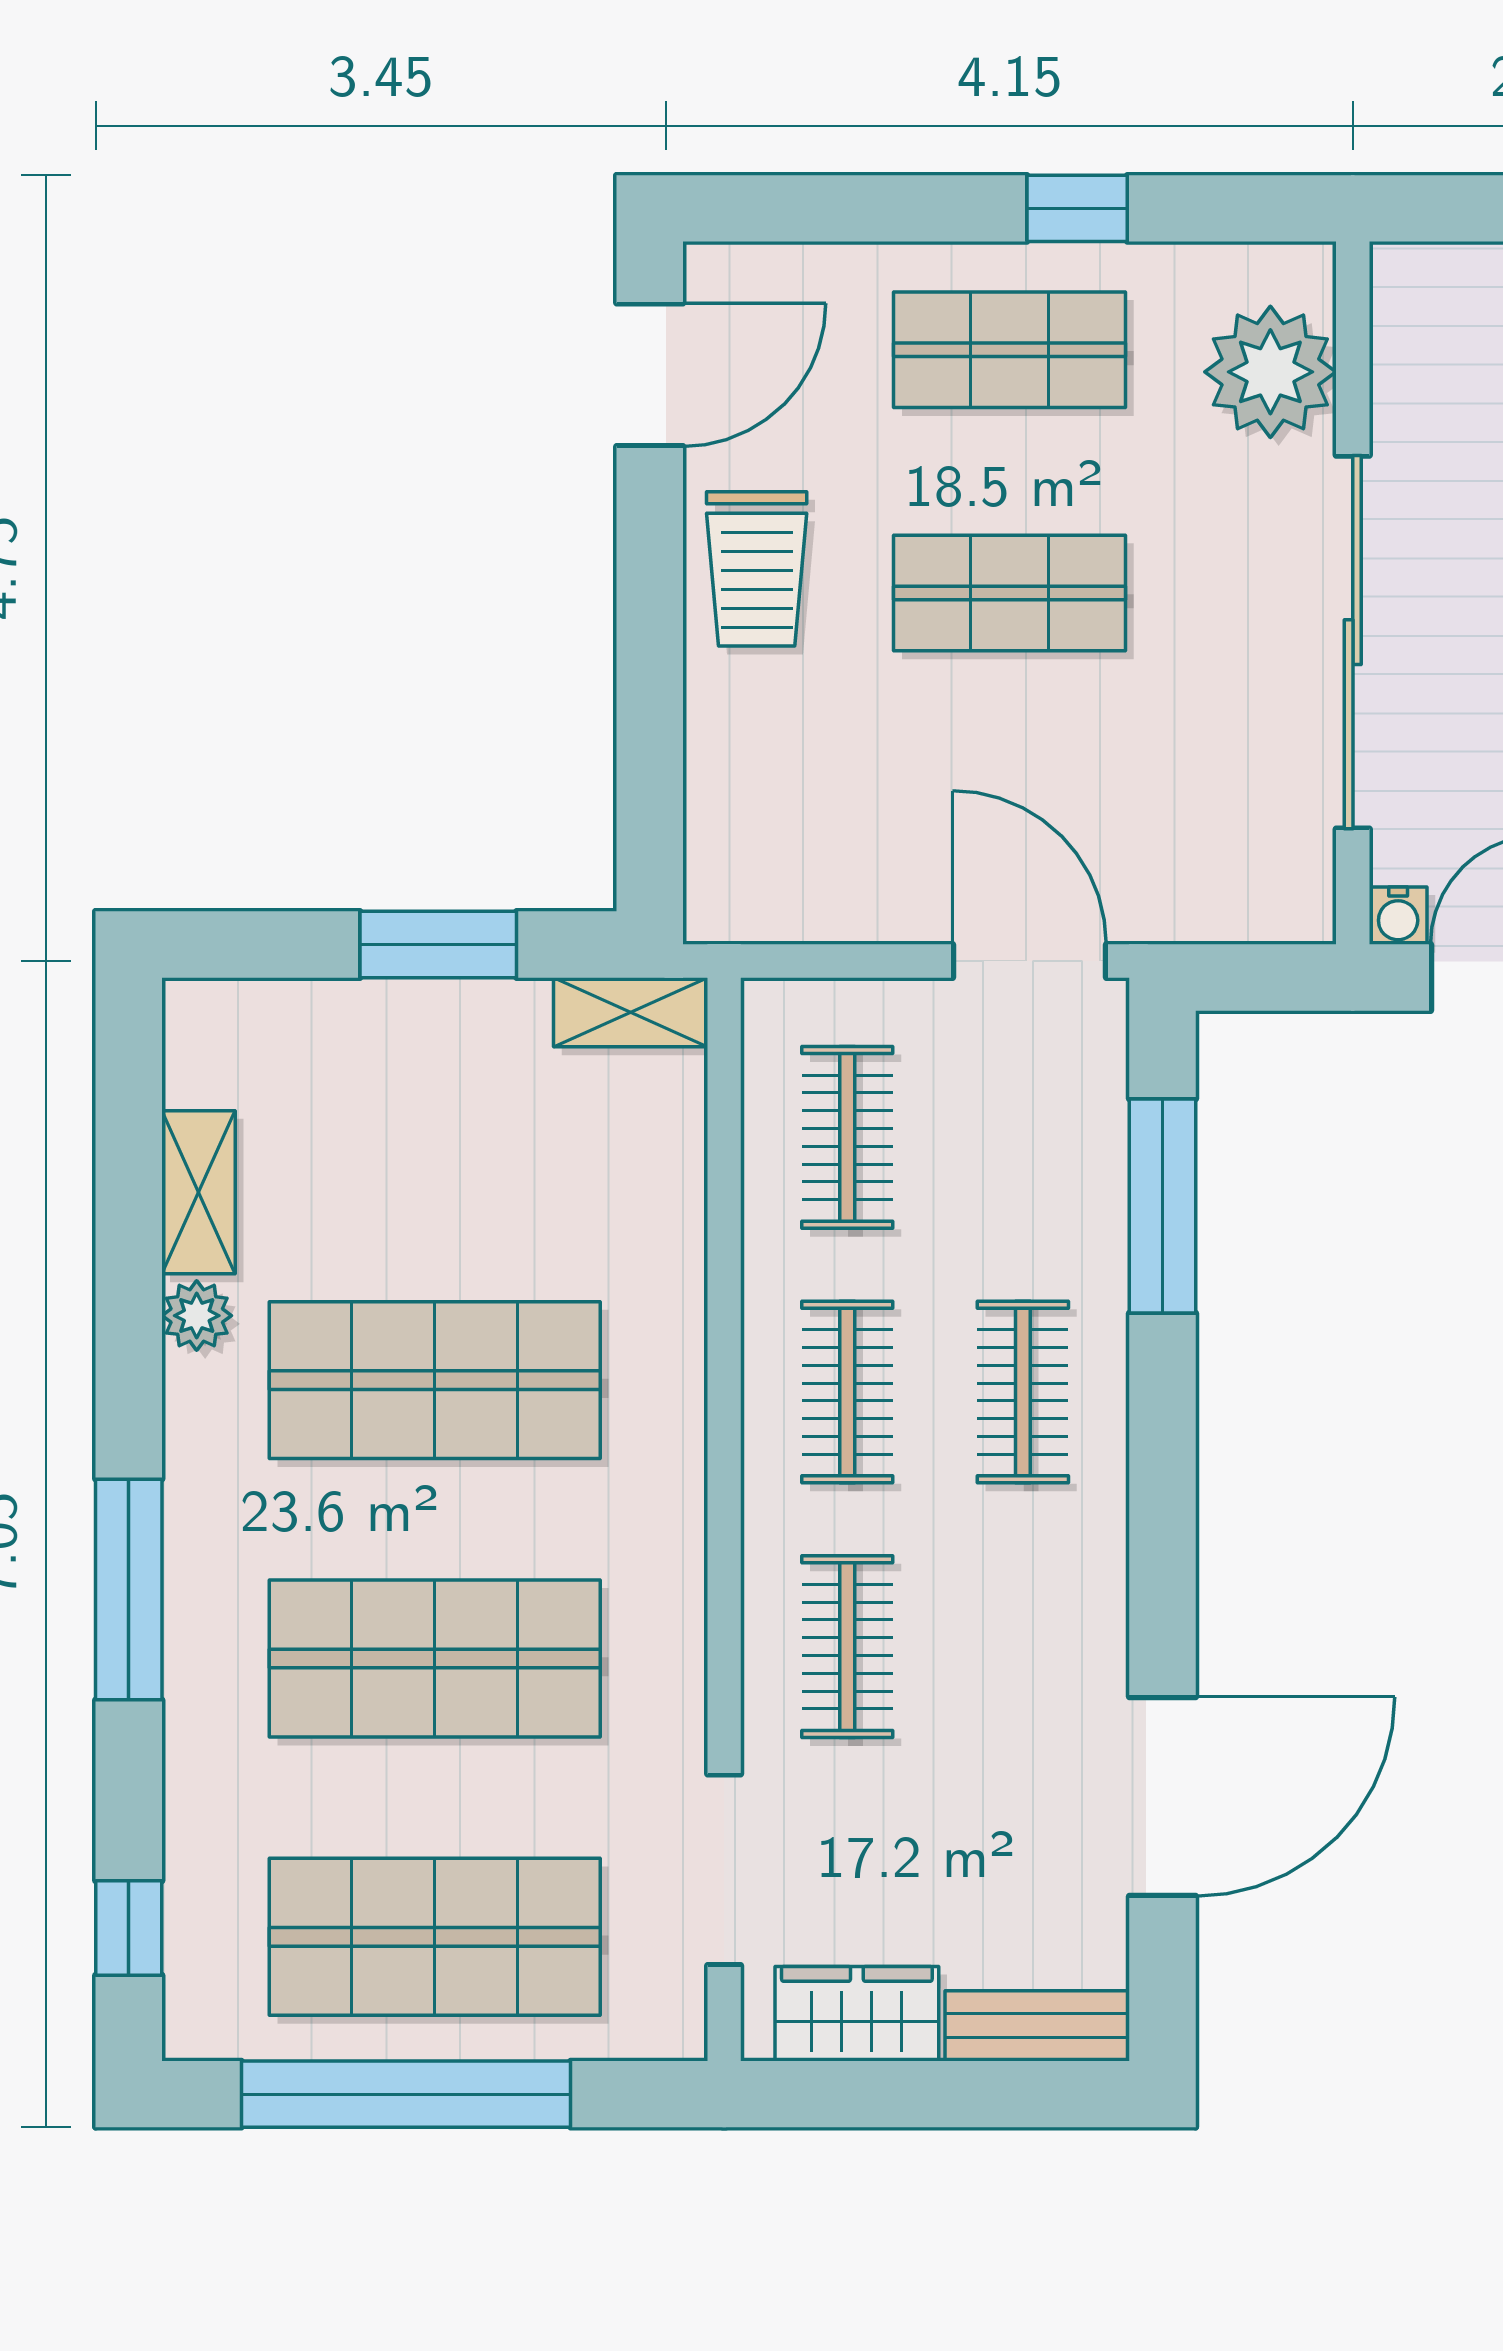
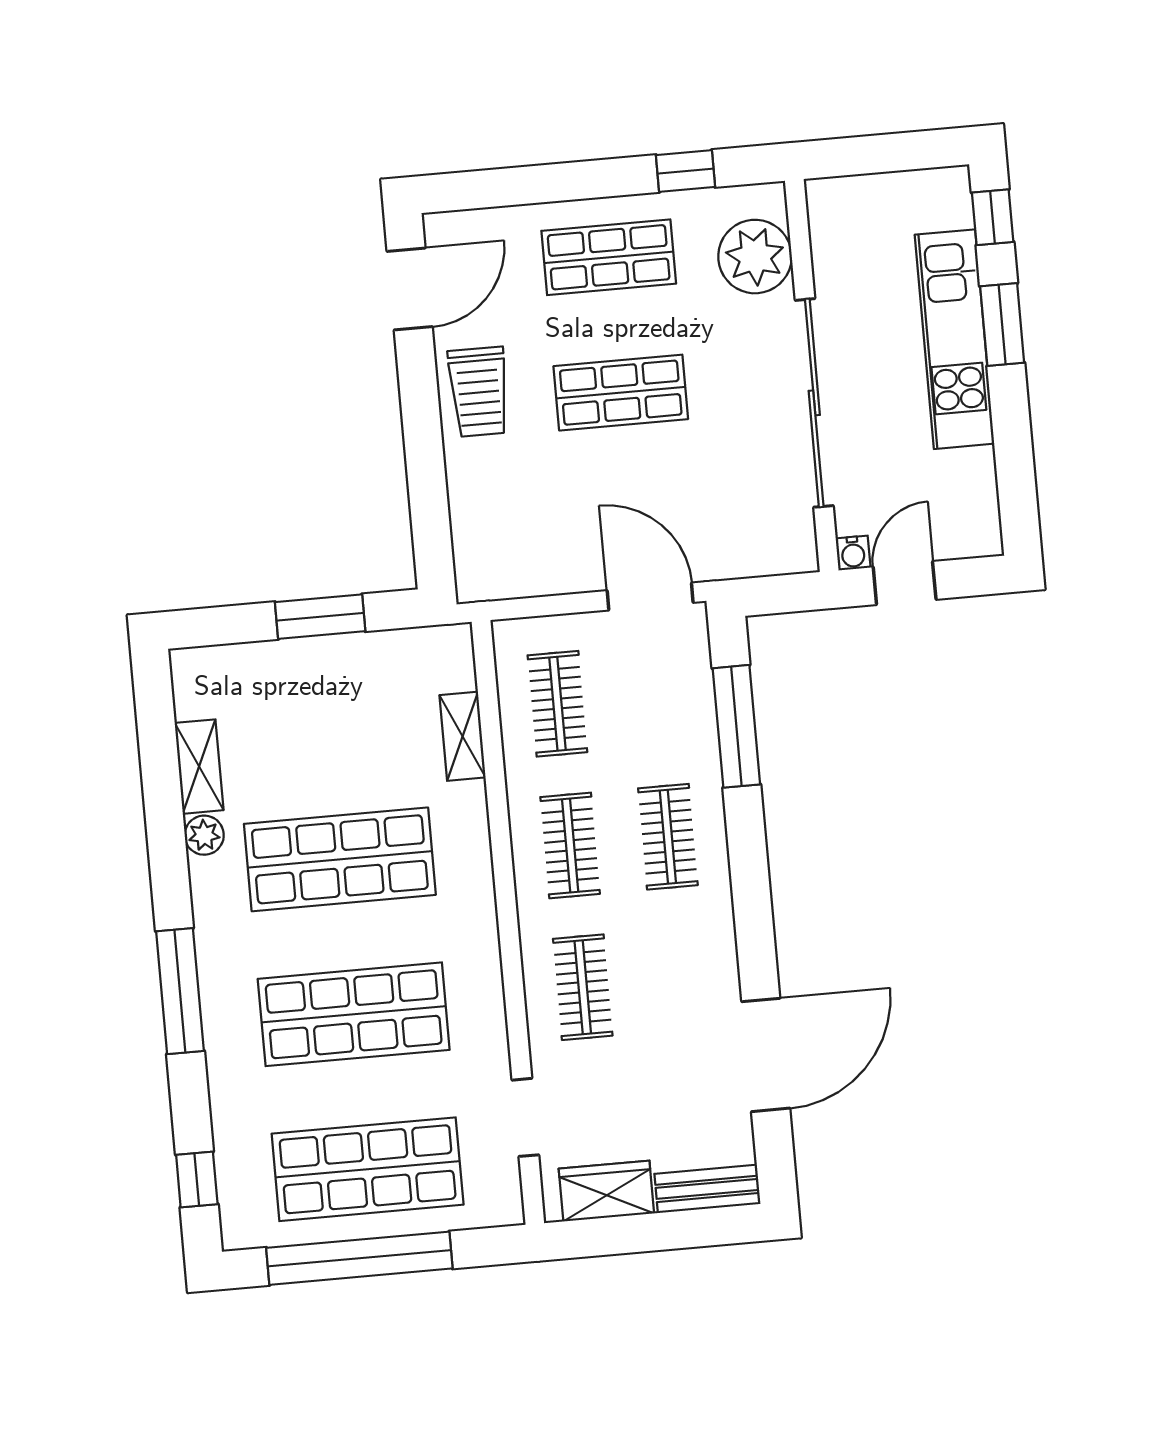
window: (1077, 208) -> (685, 171), moved
shelving: (631, 1012) -> (463, 736), moved, turned 90
doorway: (724, 1870) -> (525, 1117), width x0.73

